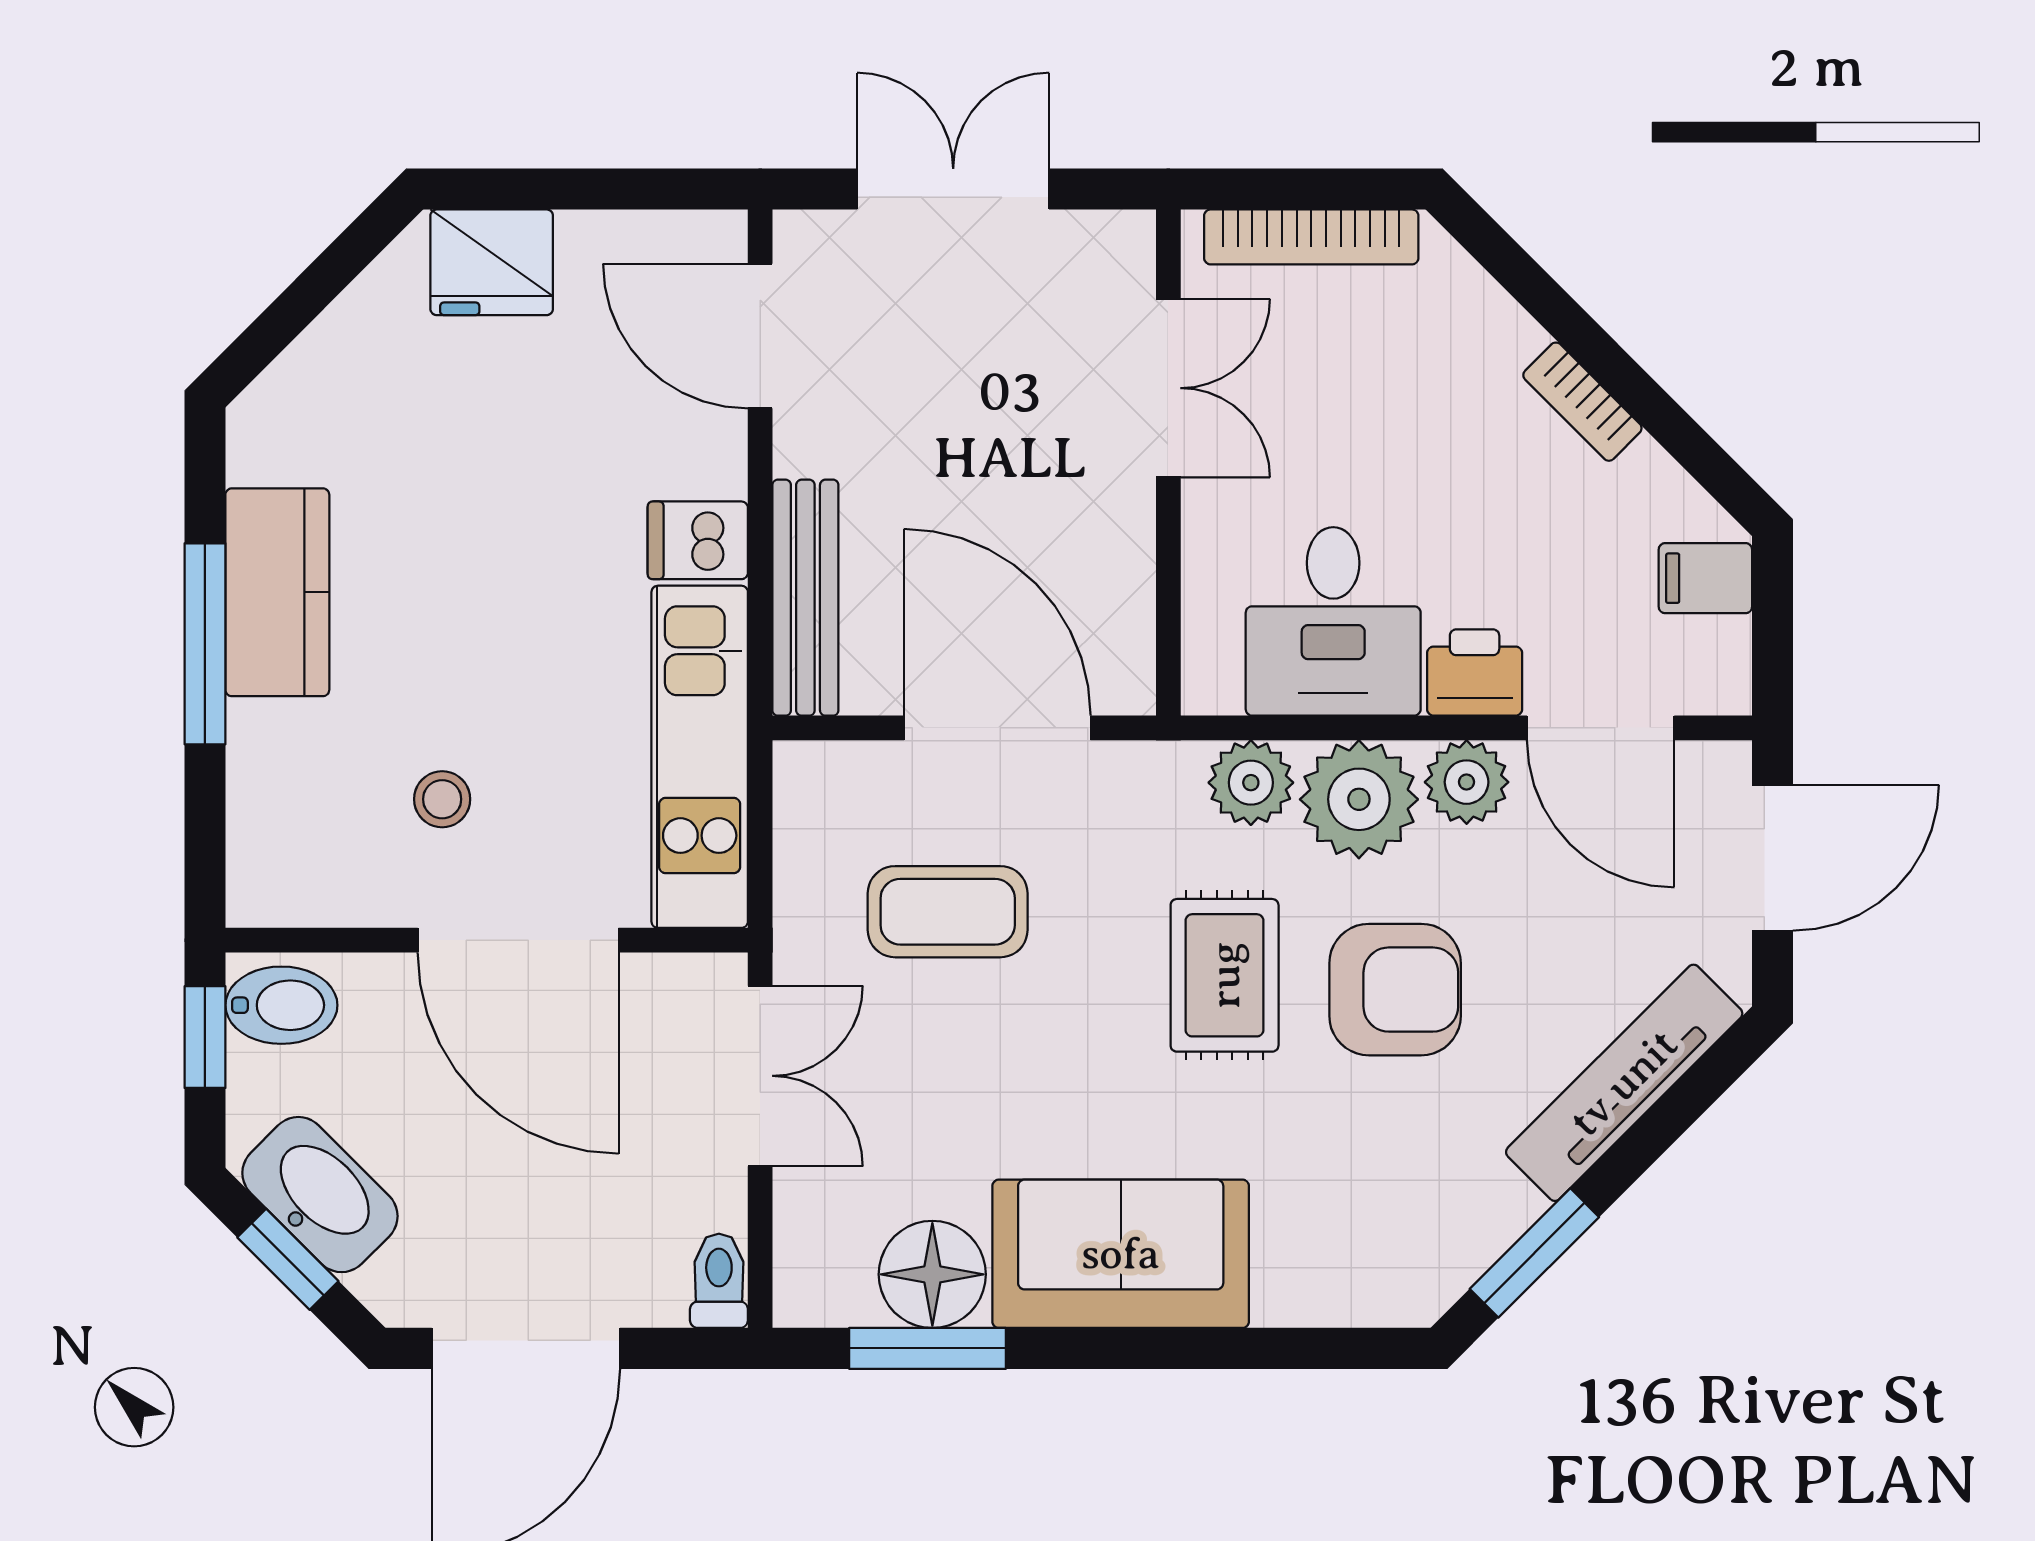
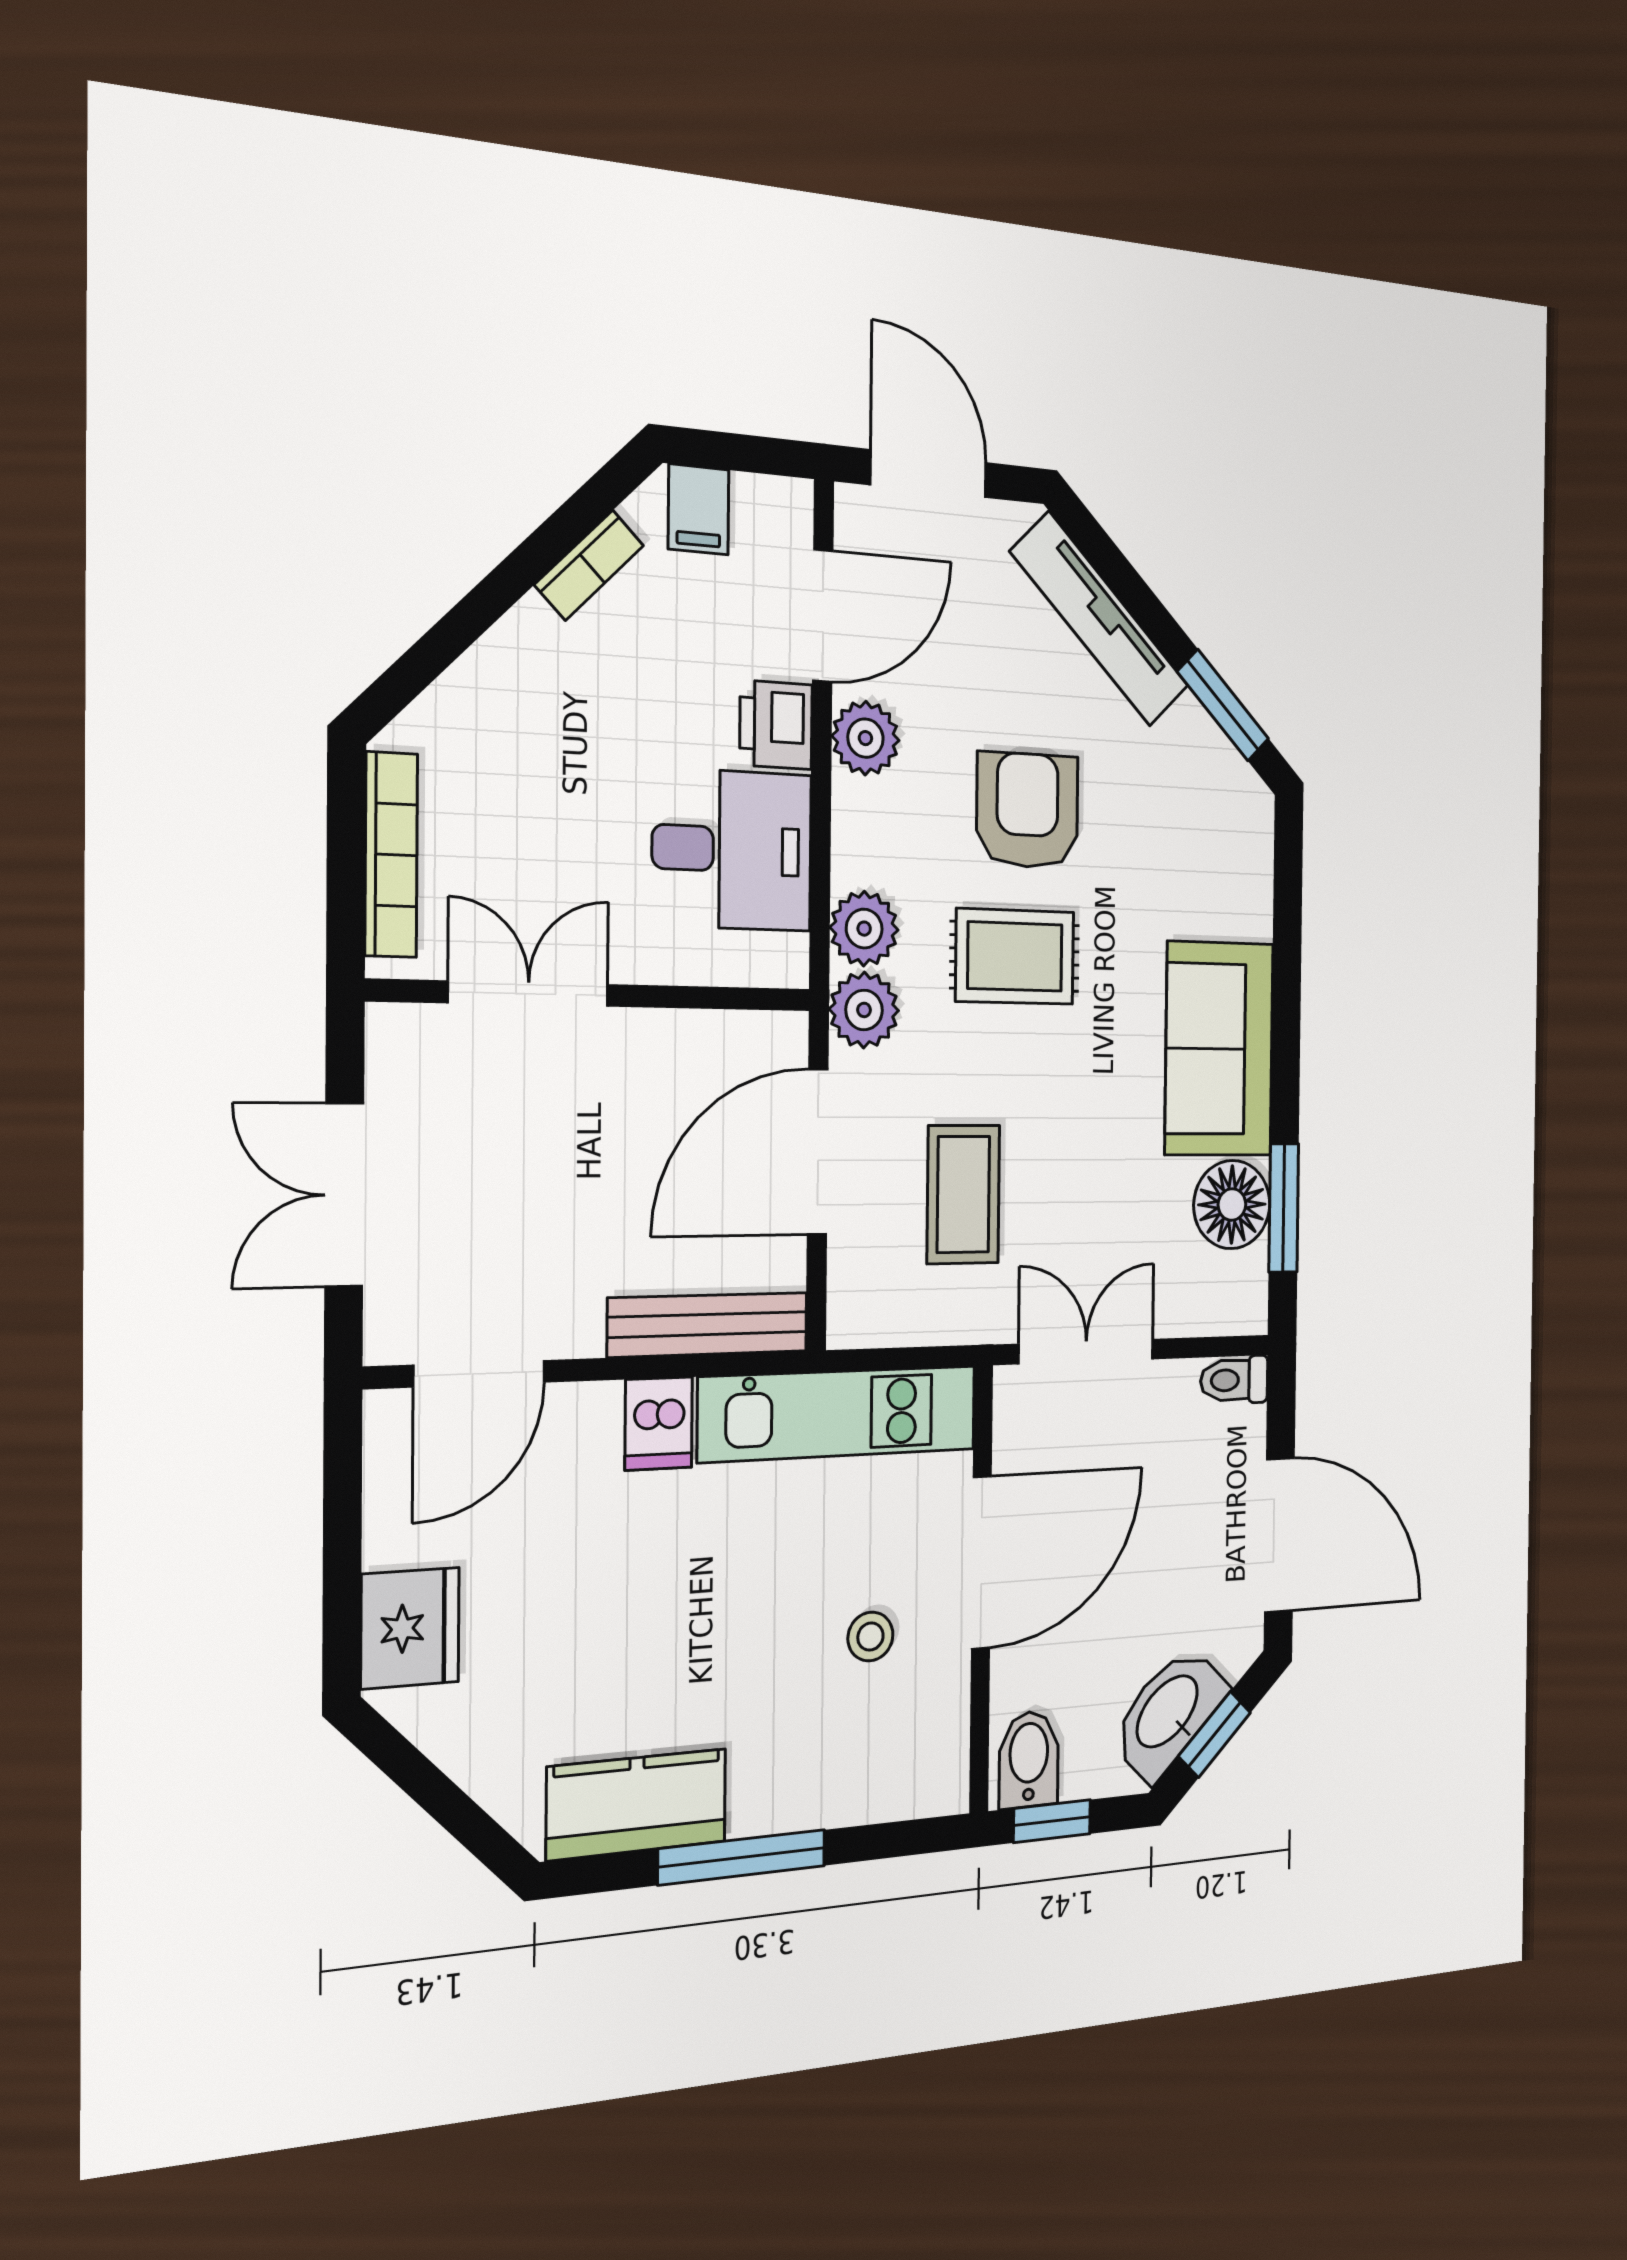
bookcase: (1582, 402) -> (589, 565), moved
kitchen counter: (277, 592) -> (637, 1804), moved
plant: (1359, 799) -> (864, 1010), moved, width x0.73, depth x0.73

